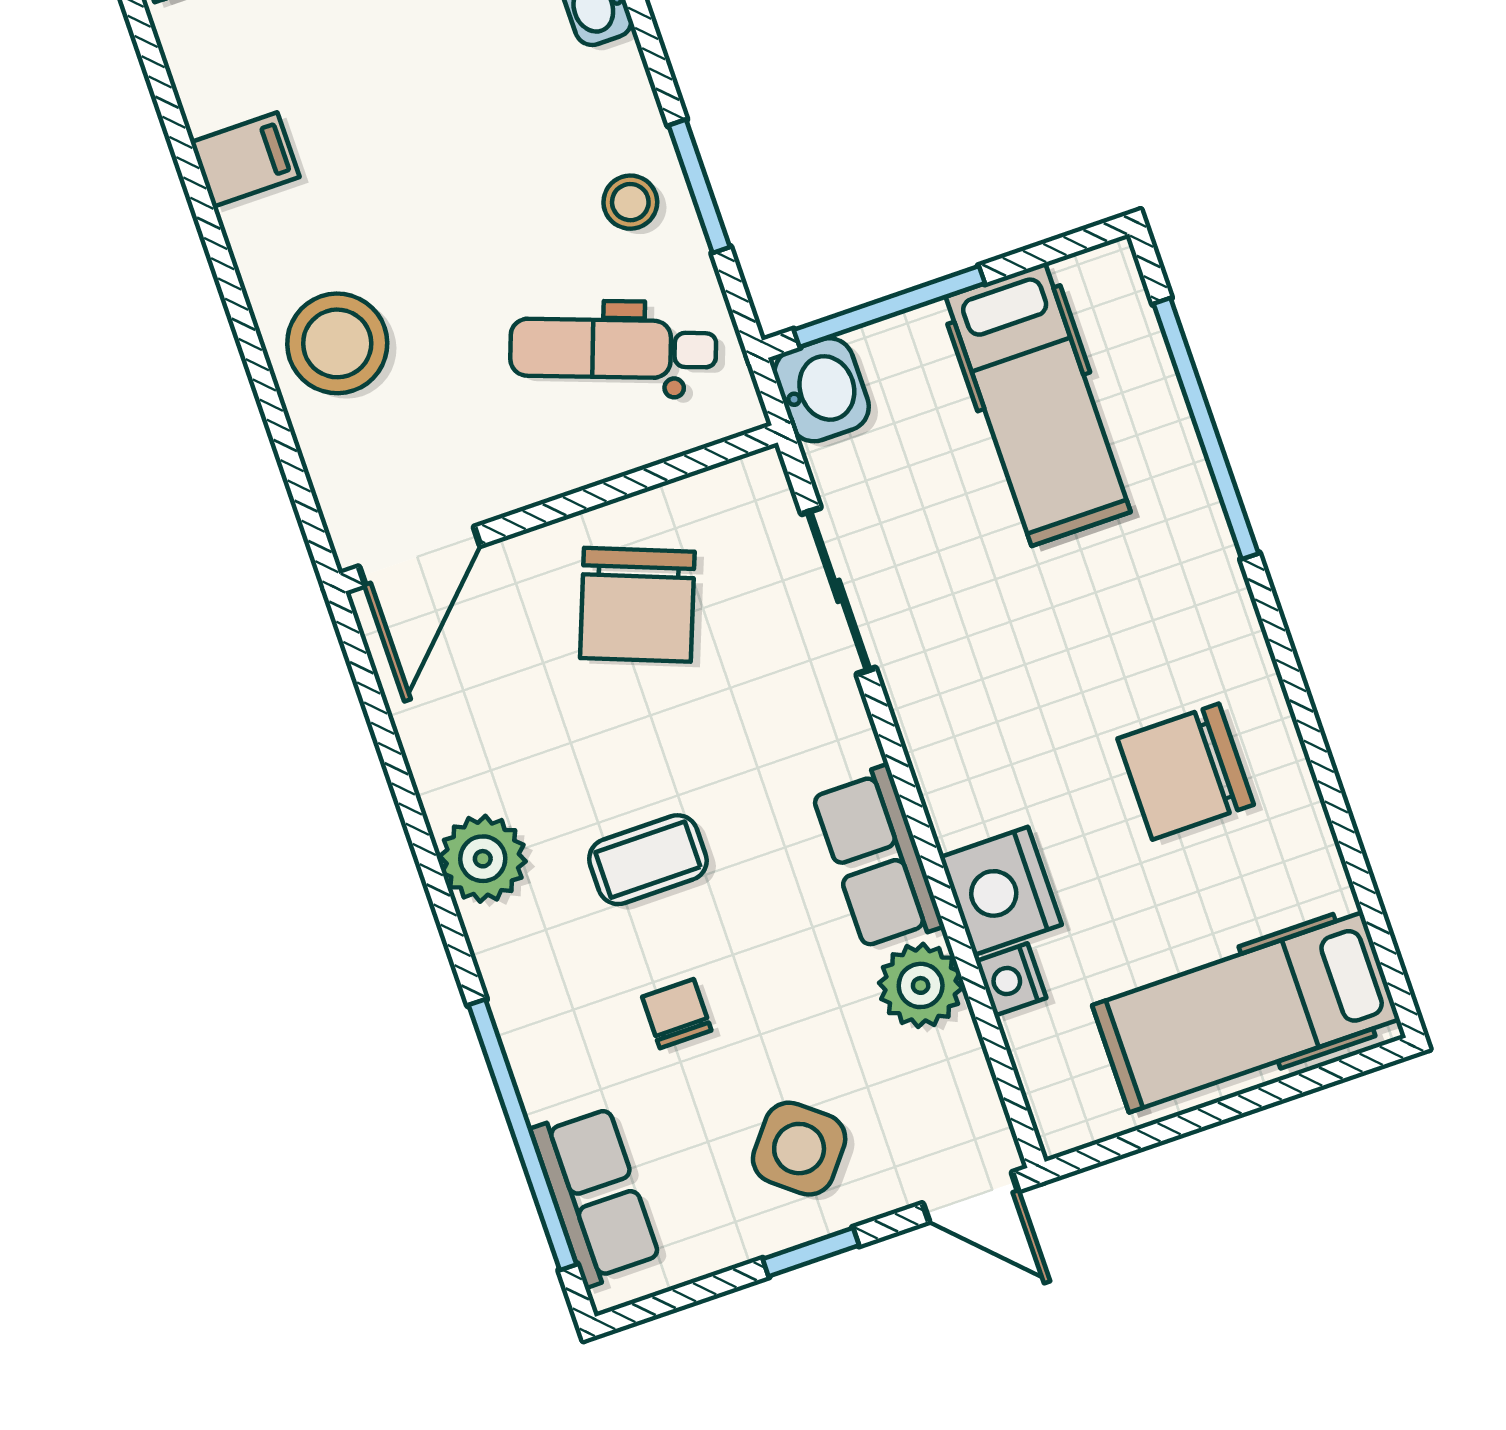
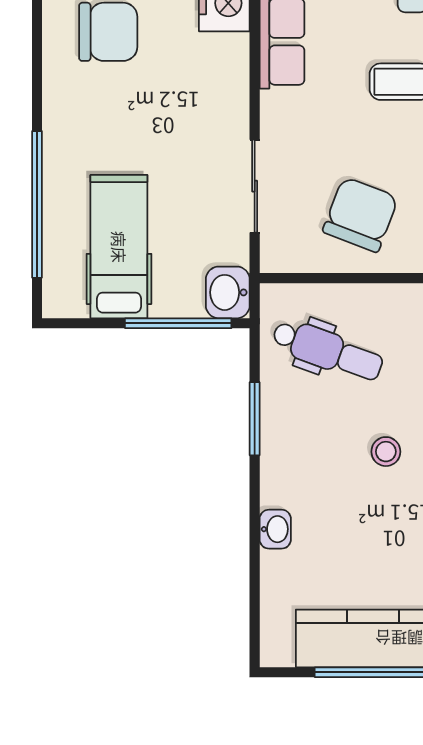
stool: (630, 202) -> (386, 452), moved

